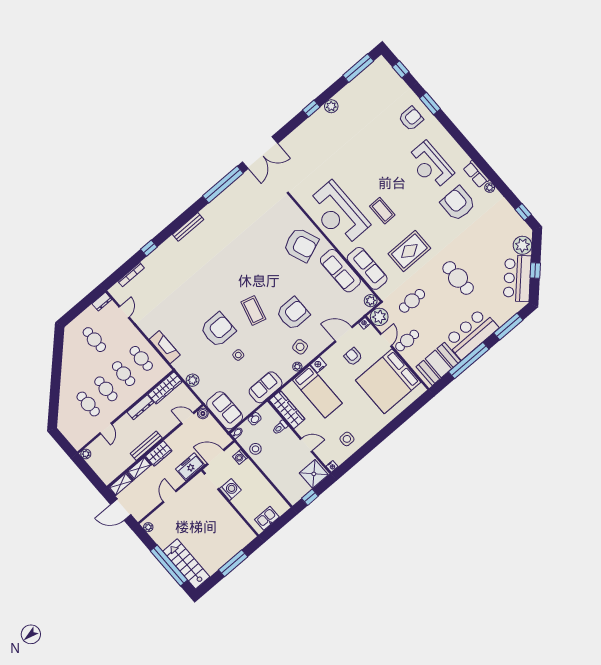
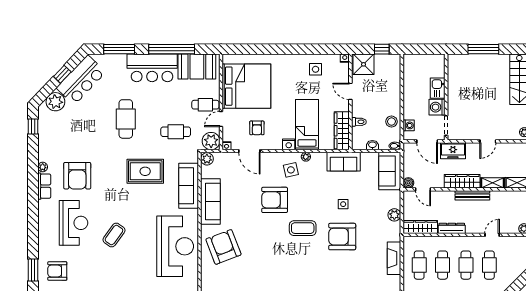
coffee table: (382, 211) -> (114, 235), moved, turned 36
coffee table: (253, 311) -> (303, 228), turned 75
wardrobe: (159, 453) -> (462, 181), width x1.50
kitchen sink: (267, 518) -> (438, 88), moved, turned 90

